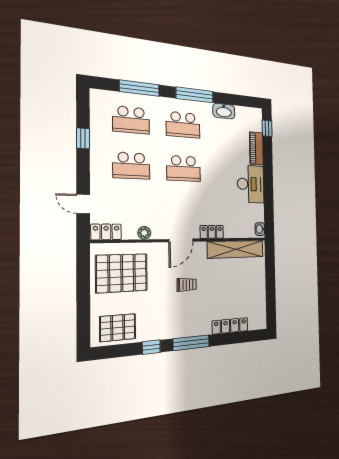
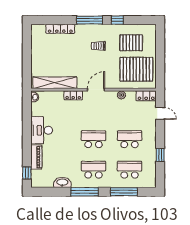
trolley: (187, 285) -> (98, 46), moved
pallet: (118, 328) -> (131, 43), moved

